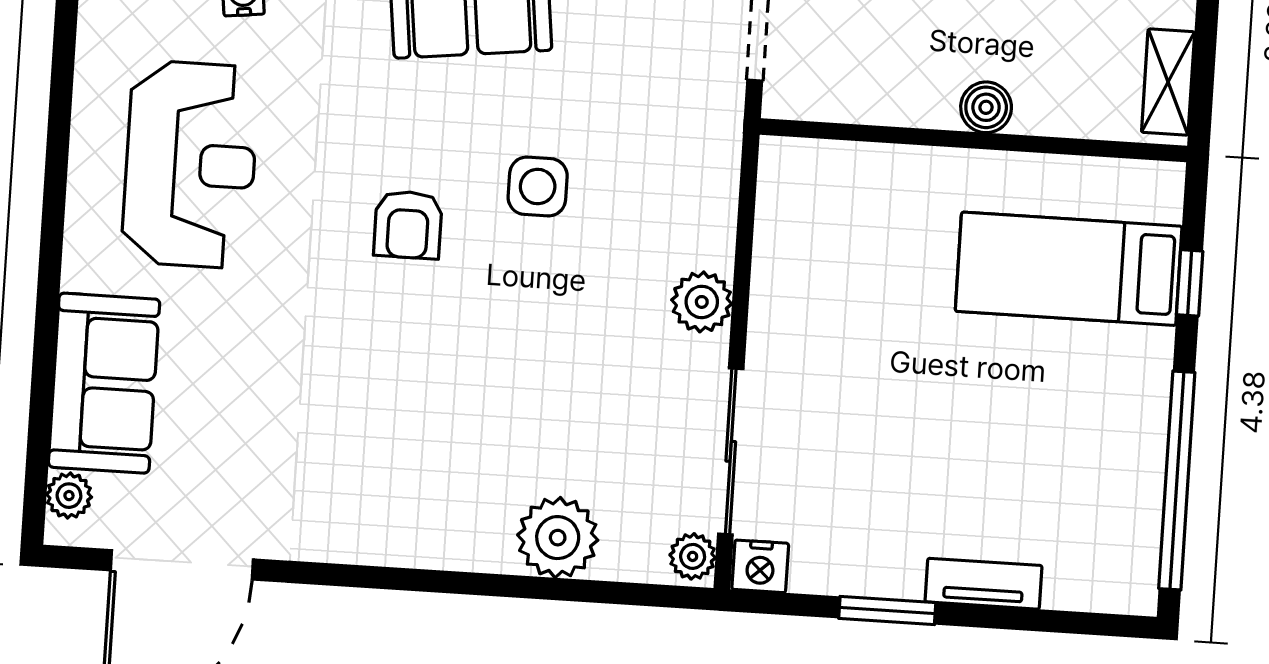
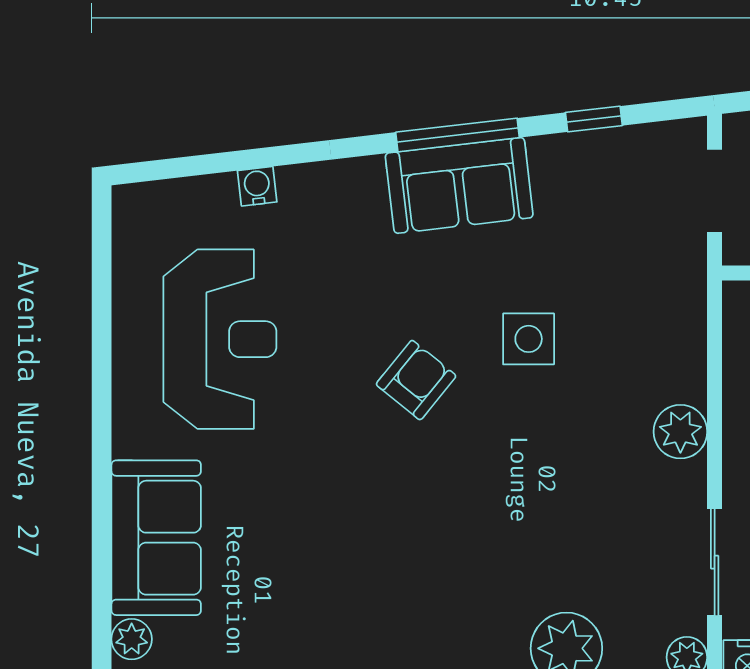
armchair: (408, 225) -> (416, 380), turned -141
sliding door: (731, 451) -> (715, 562), width x0.73

